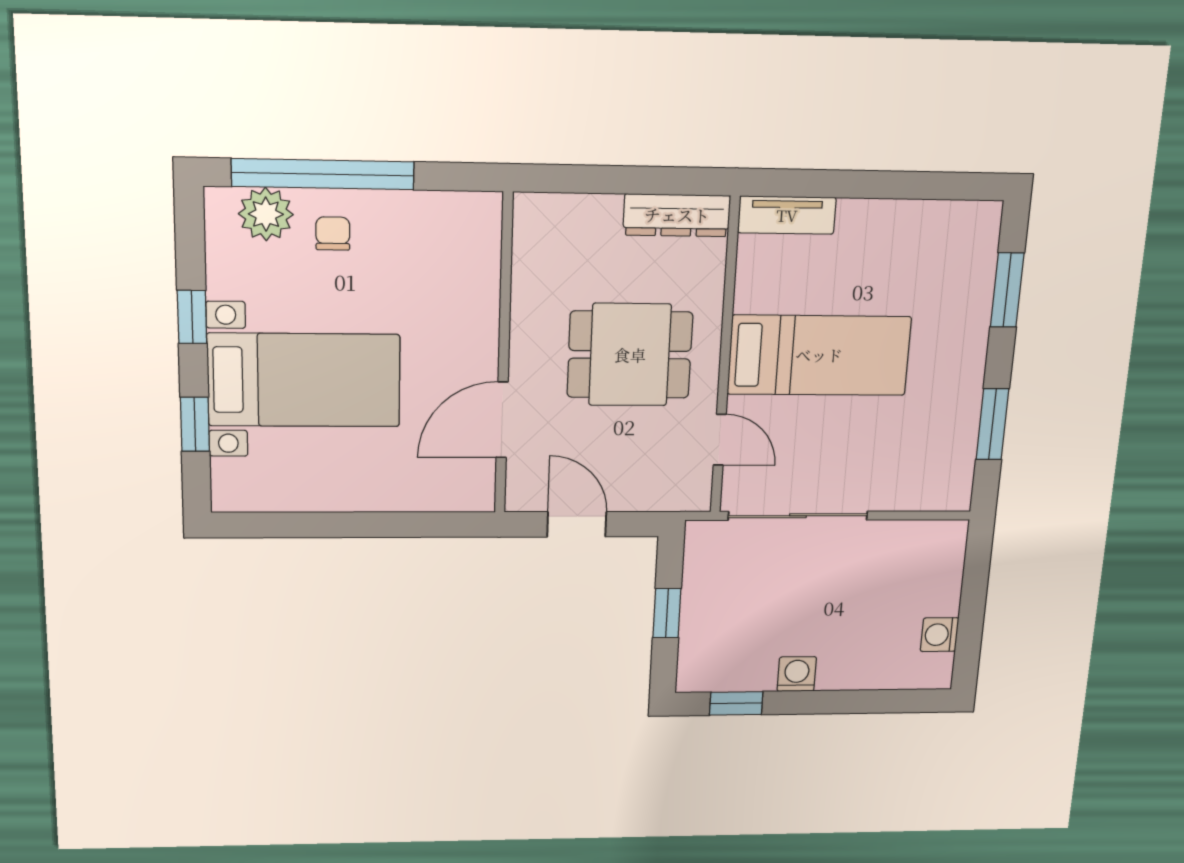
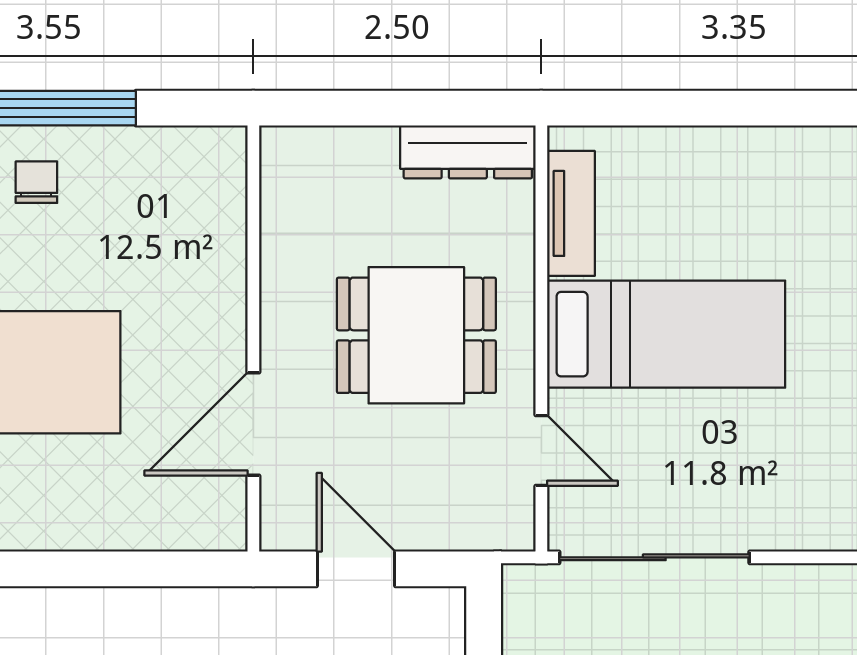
tv unit: (787, 215) -> (571, 213), moved, turned -90

